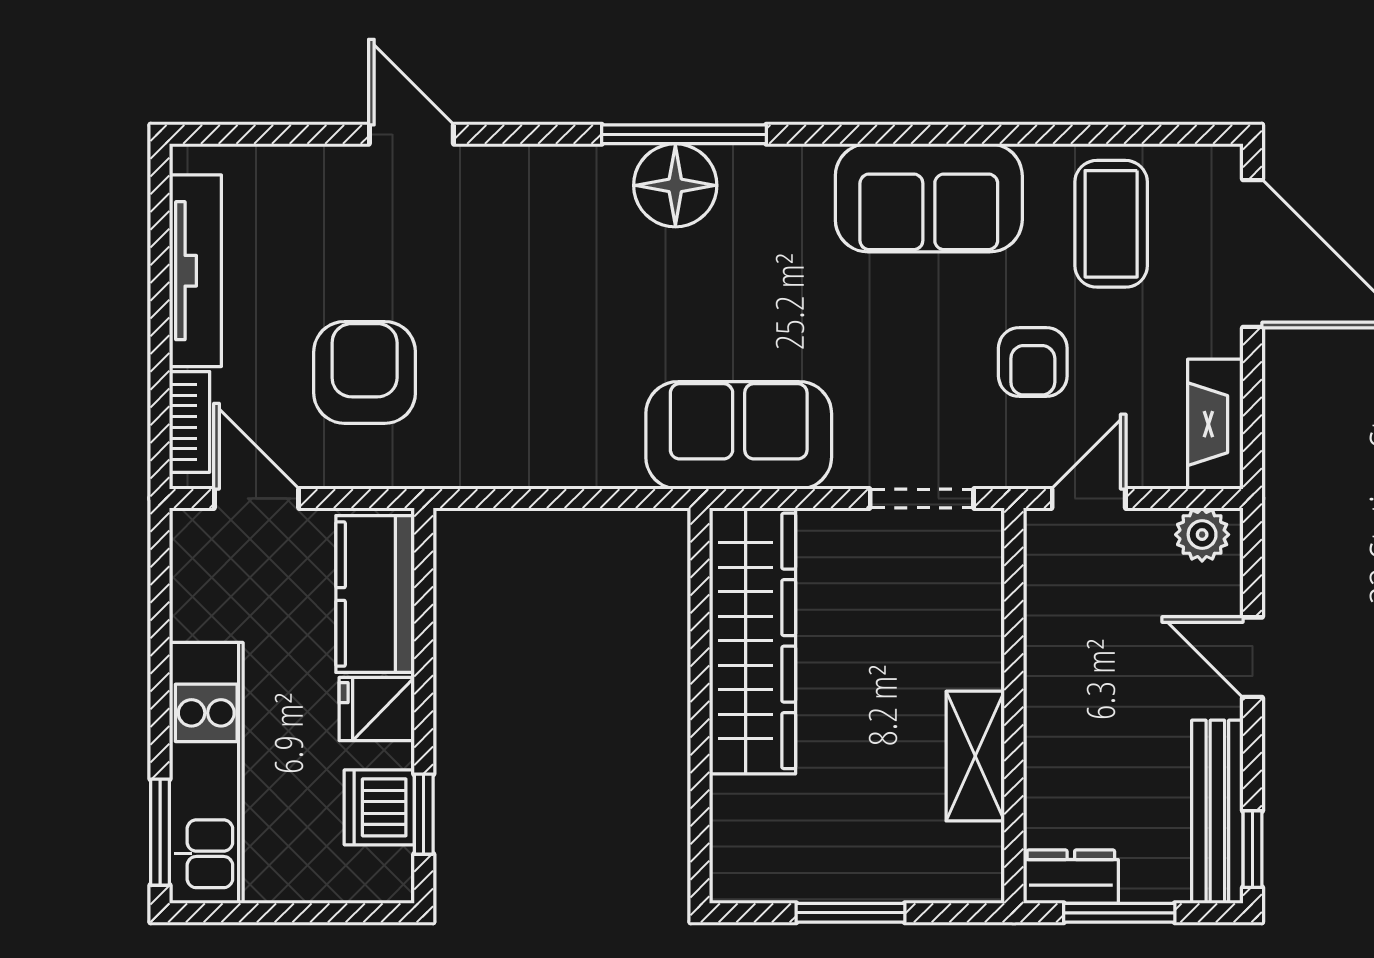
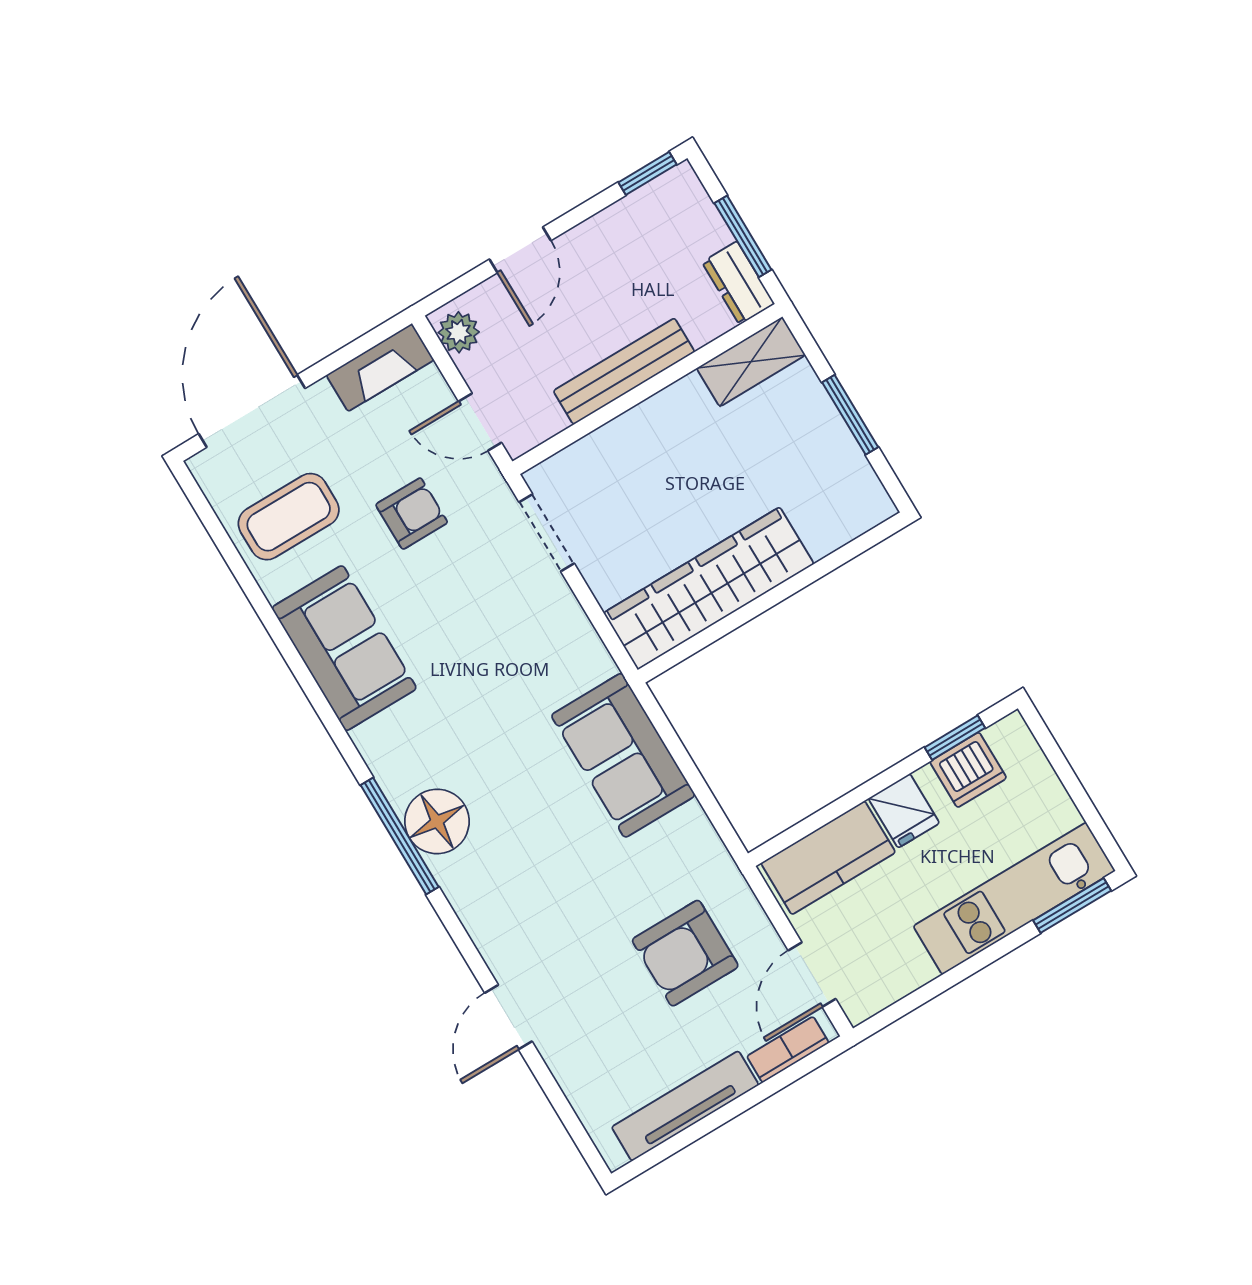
sofa: (739, 435) -> (623, 755), moved
shelving: (975, 756) -> (751, 362), moved
bench: (1217, 812) -> (624, 371), moved

